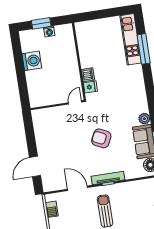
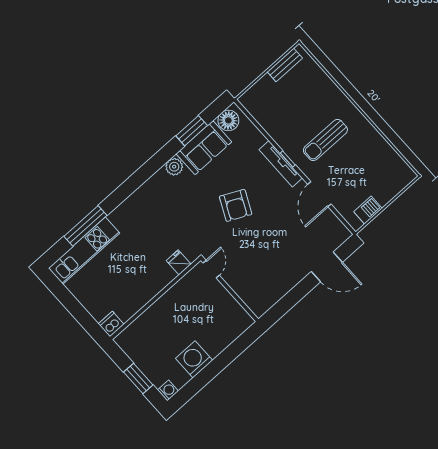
washing machine: (49, 31) -> (168, 390), moved
dishwasher: (88, 75) -> (111, 324), moved
door: (75, 102) -> (211, 269), swing flipped

